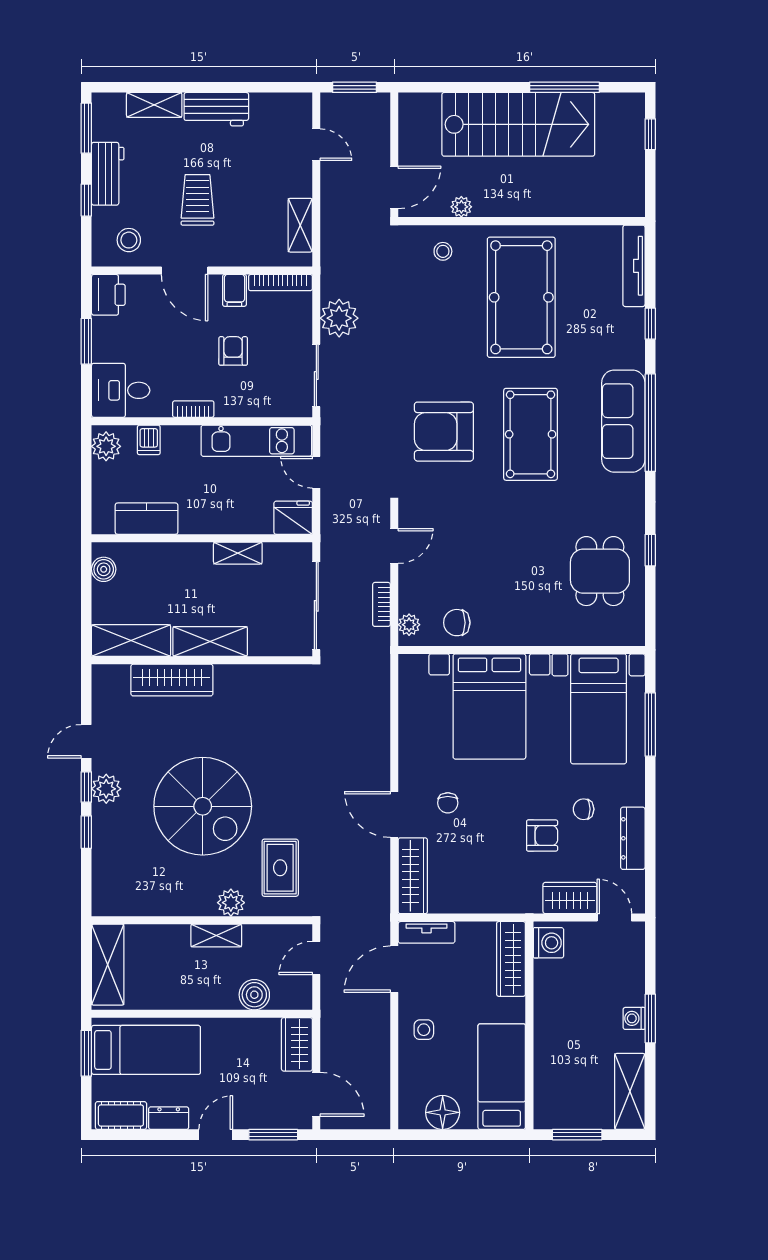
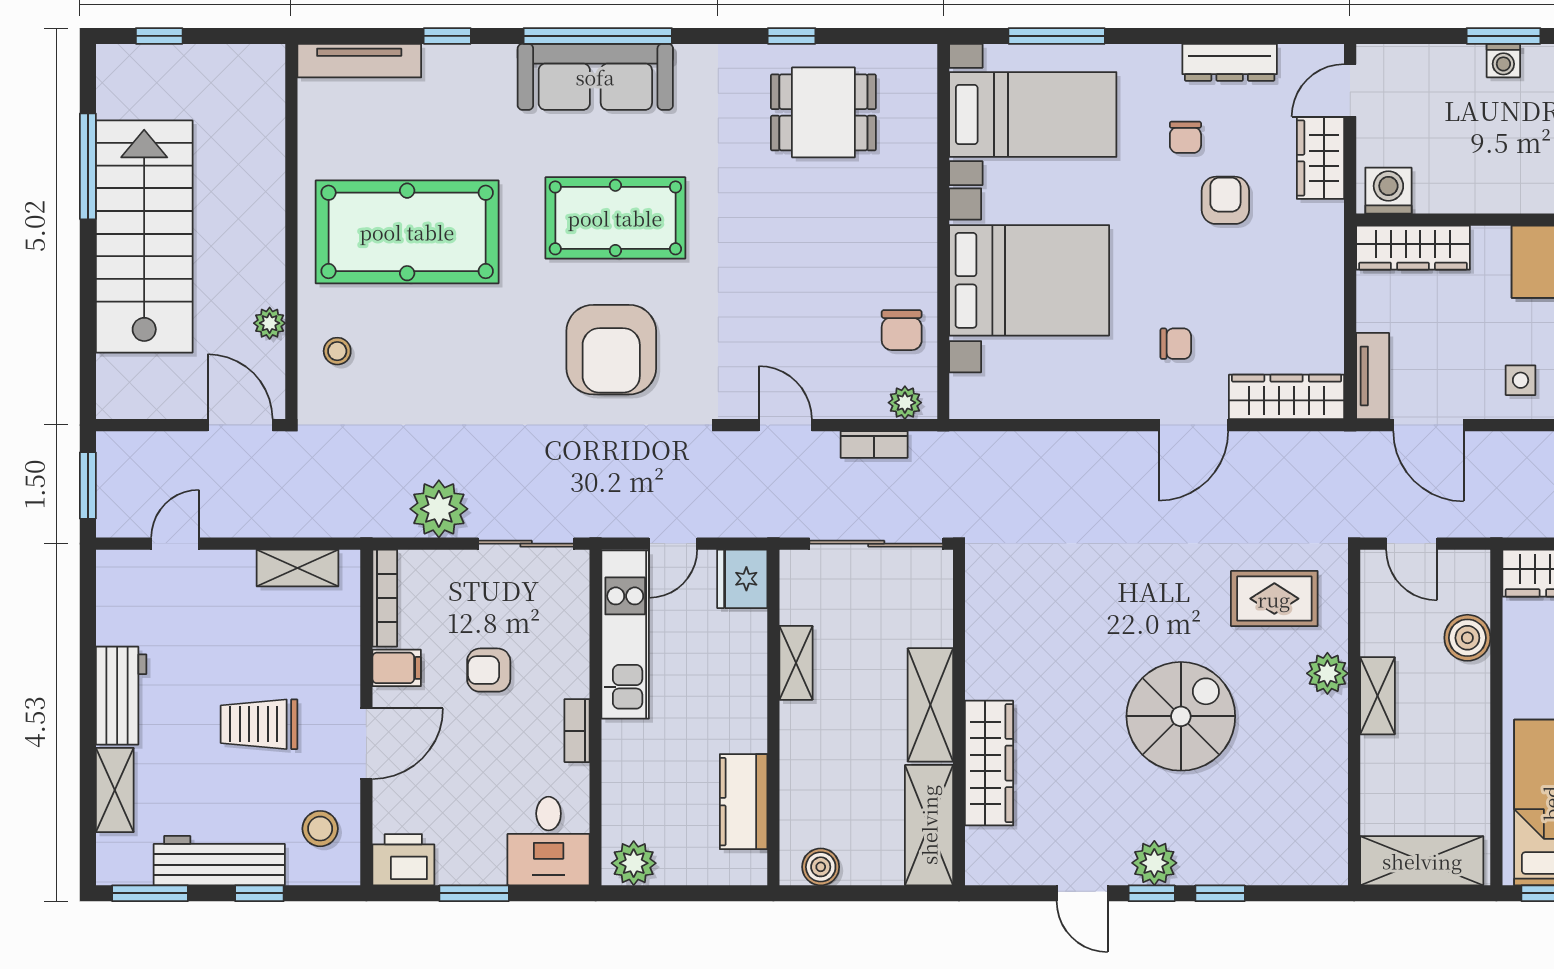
workbench: (108, 174) -> (219, 861), width x1.38
dishwasher: (149, 440) -> (624, 798), removed
spiral stairs: (203, 806) -> (1181, 716), width x0.73, depth x0.73

